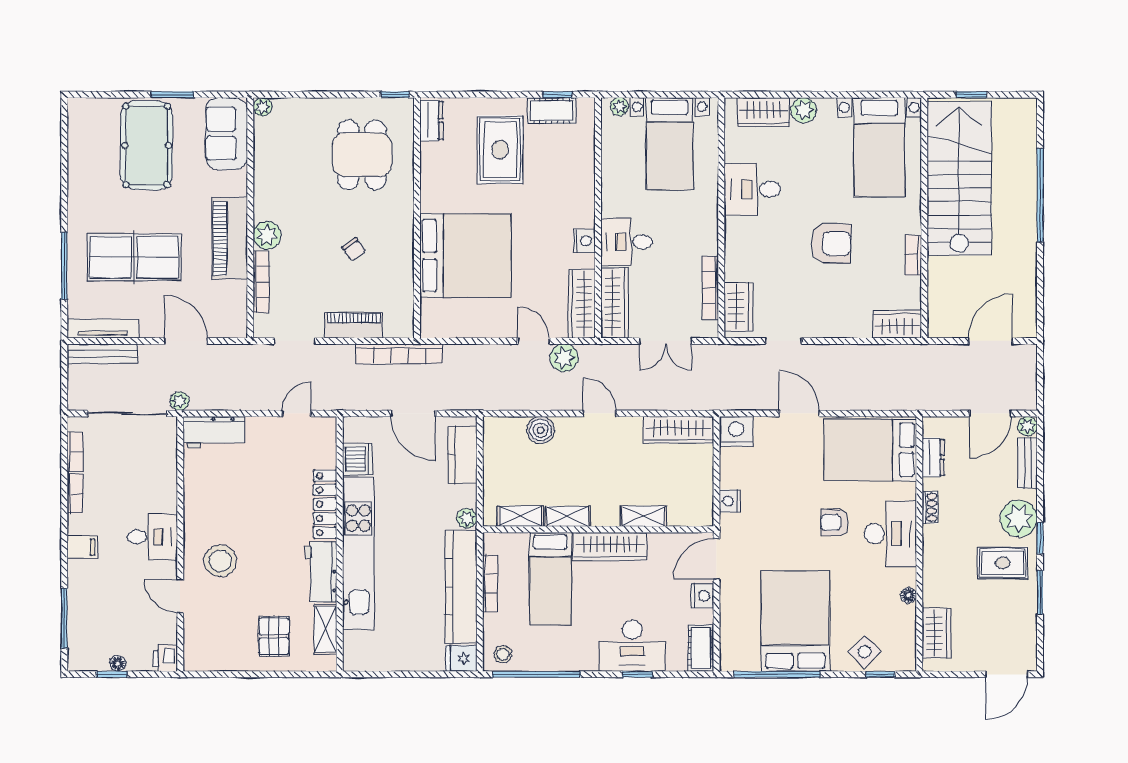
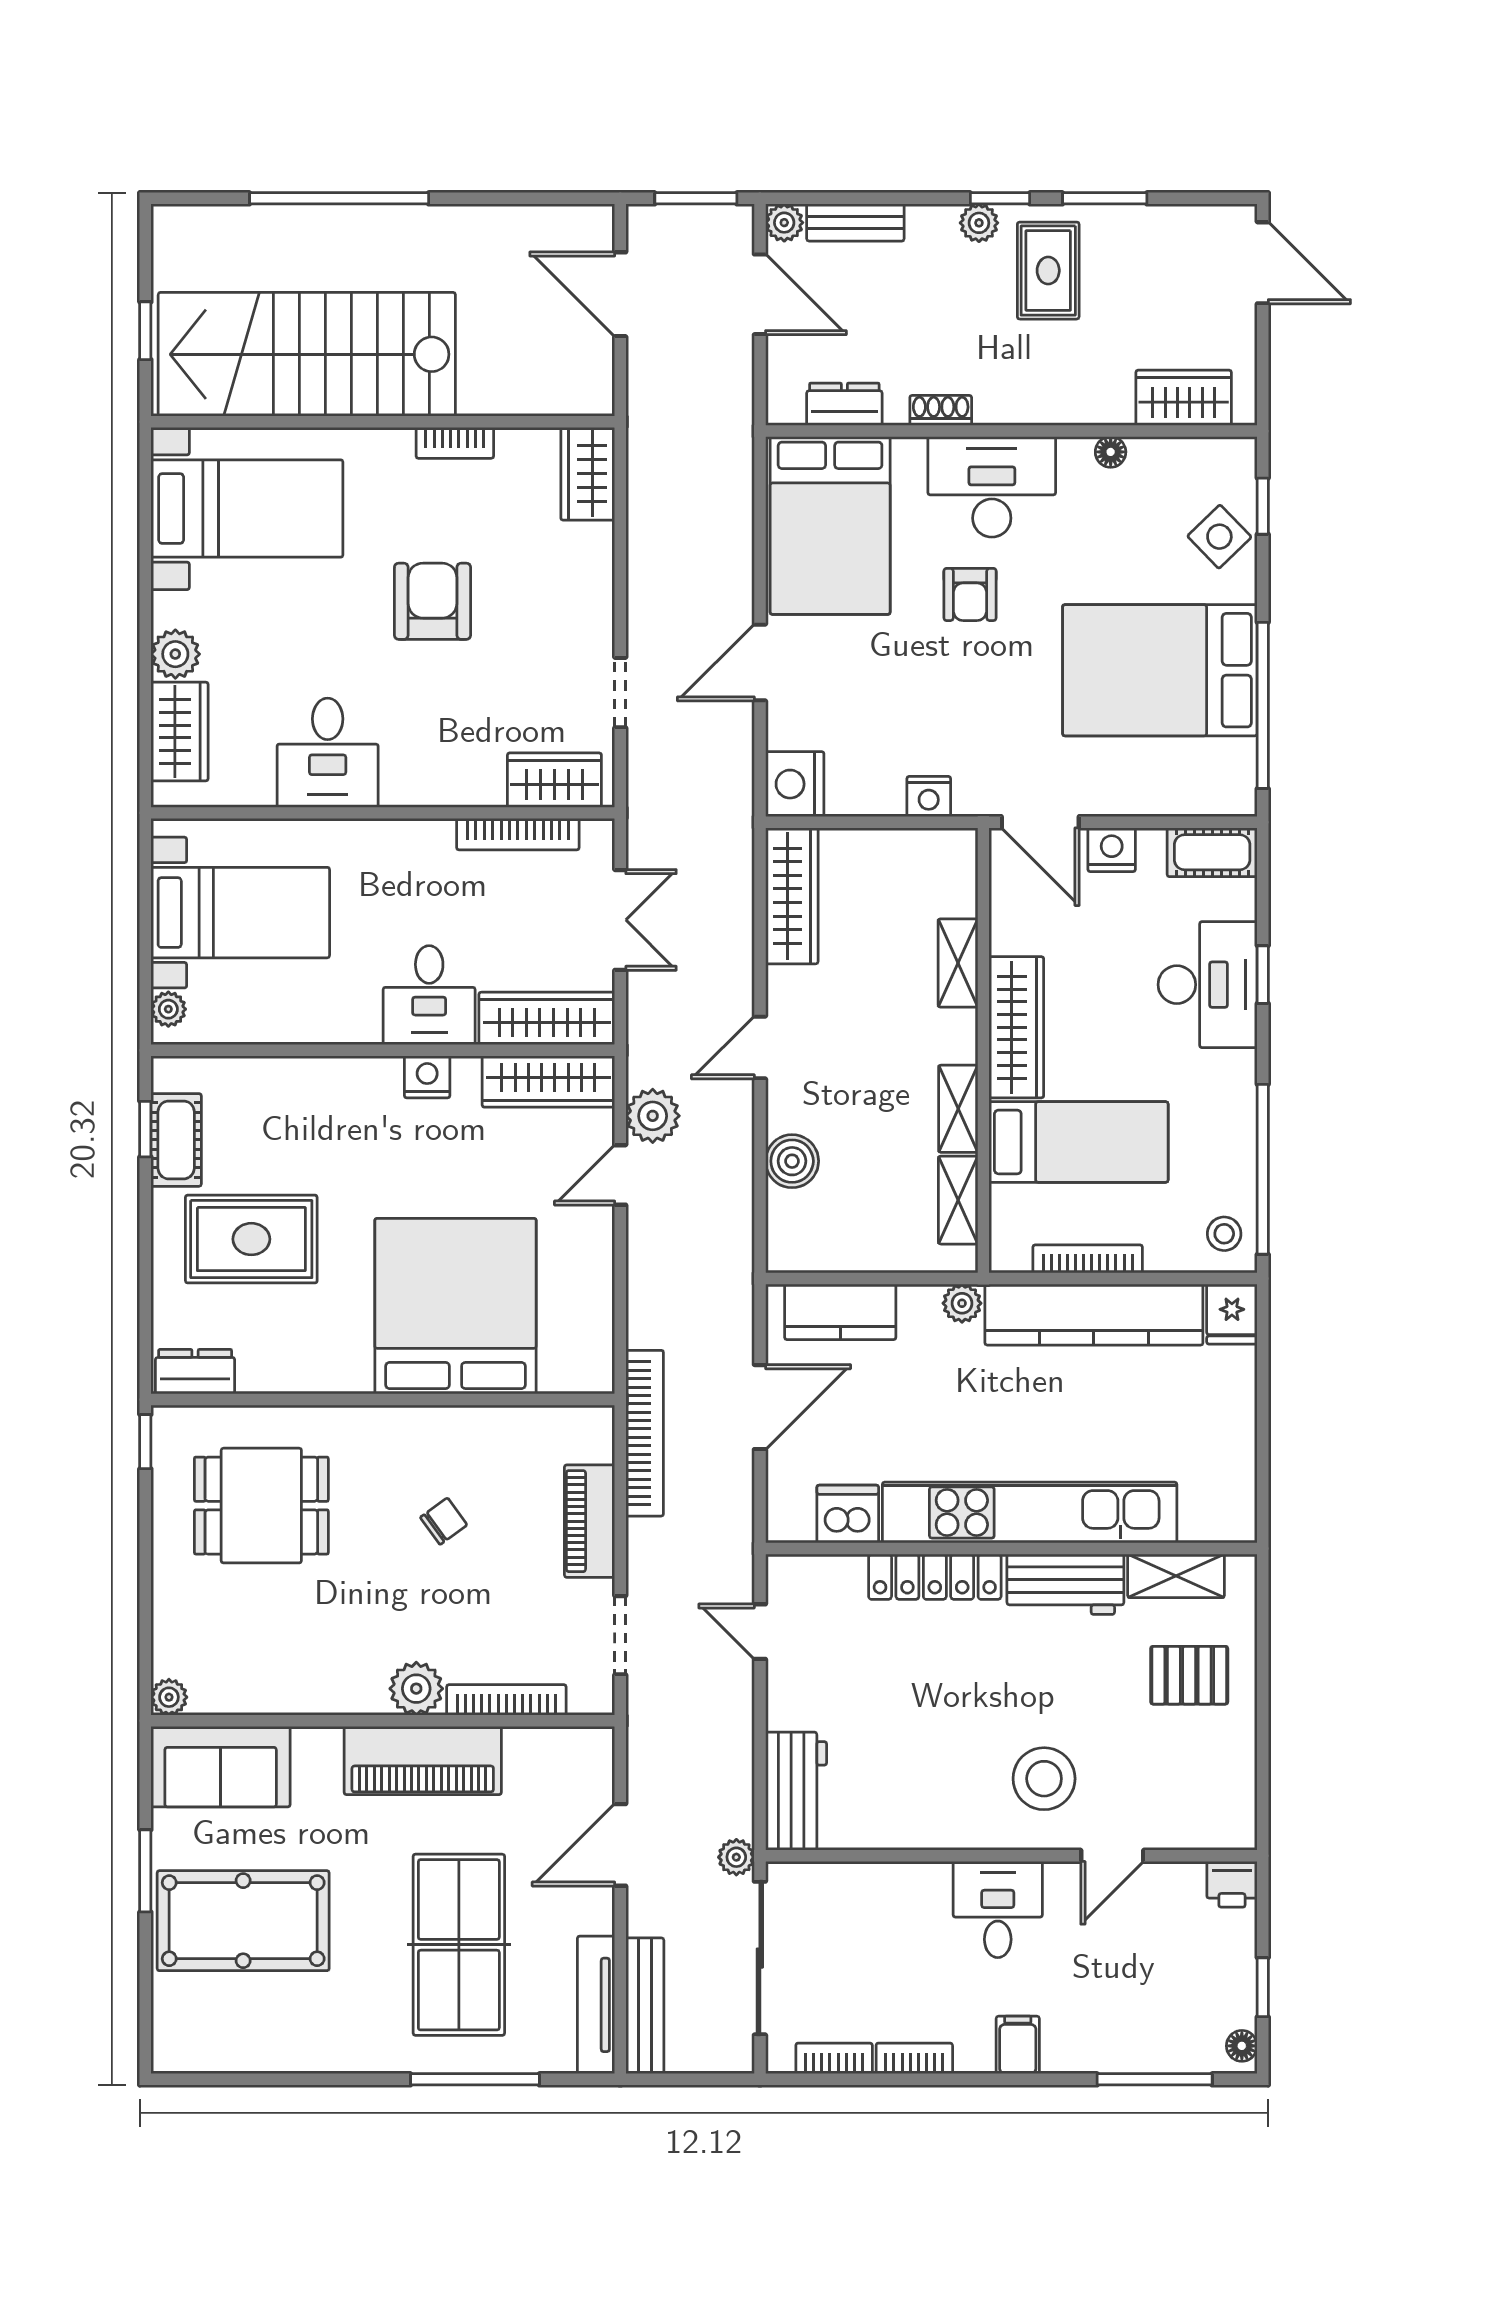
window: (1040, 380) -> (696, 198), added
plant: (1019, 518) -> (979, 223), width x0.53, depth x0.53
floor lamp: (118, 663) -> (1242, 2046), moved

